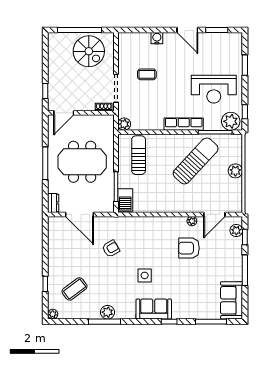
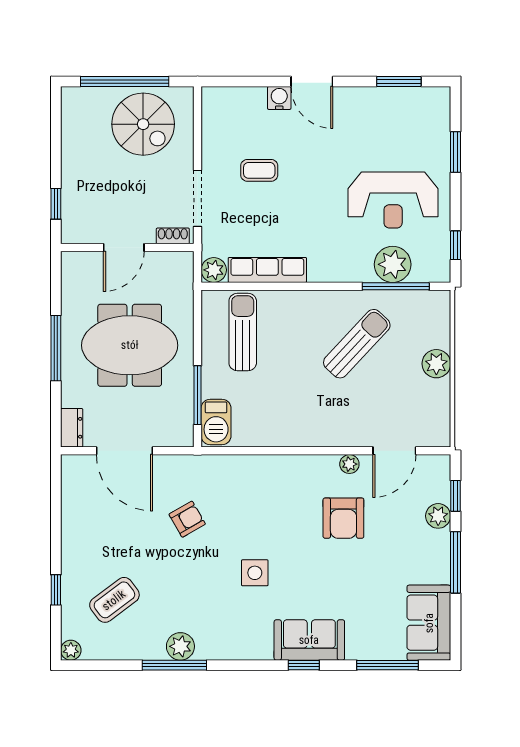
door: (187, 30) -> (312, 82), moved
door: (64, 113) -> (124, 247), moved
plant: (231, 121) -> (393, 264), moved
row of seats: (184, 124) -> (267, 270), moved
sun lounger: (196, 161) -> (357, 344), width x0.73, depth x0.75
plant: (236, 230) -> (438, 516), moved
armchair: (189, 248) -> (343, 518), turned -90
sofa: (154, 309) -> (309, 640), moved

